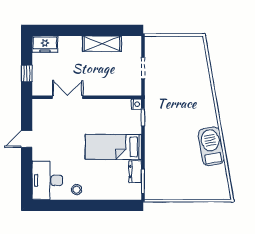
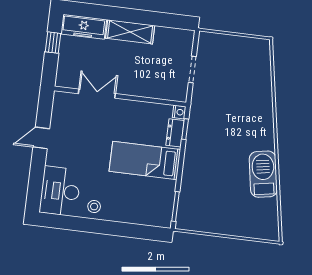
freezer: (45, 44) -> (84, 27), width x1.40
shelving: (102, 44) -> (130, 32), moved
window: (27, 73) -> (53, 43), moved
dresser: (135, 172) -> (175, 133), moved

